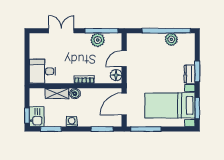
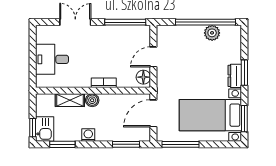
plant: (98, 40) -> (120, 34), removed
desk: (43, 71) -> (52, 59), moved

